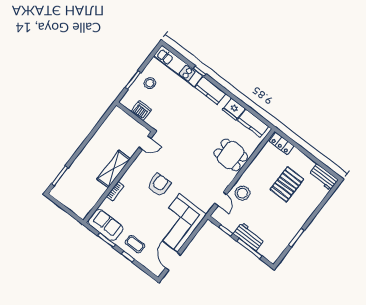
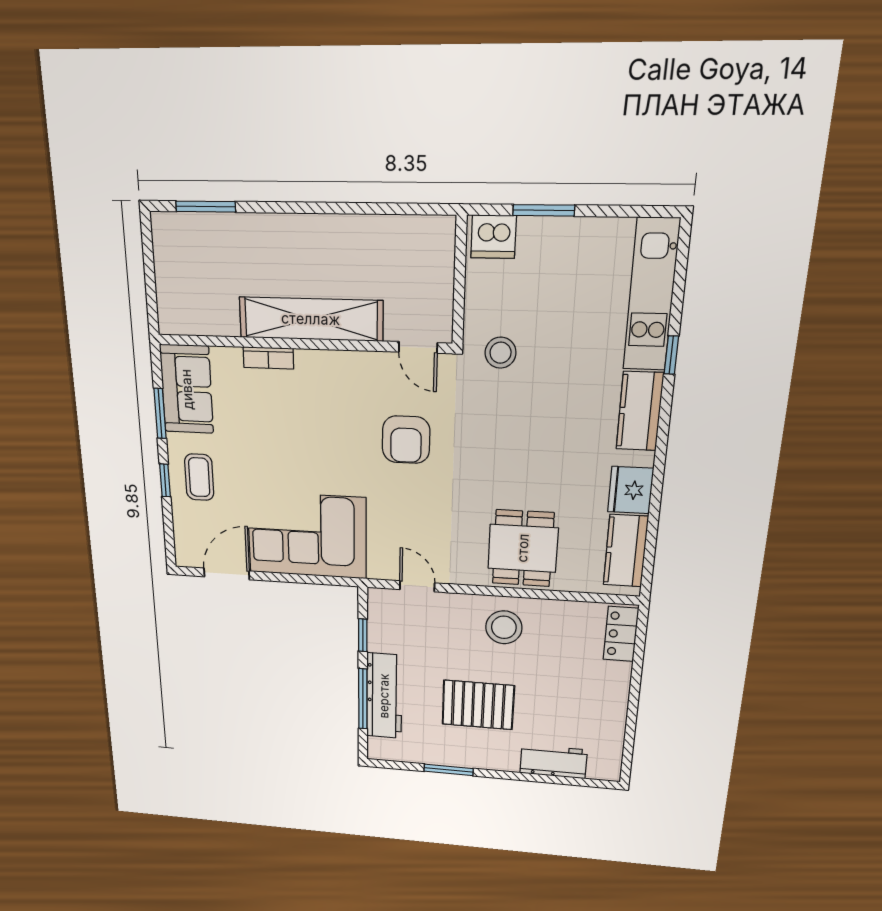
stool: (150, 83) -> (501, 353), moved
dishwasher: (141, 111) -> (493, 237), moved, turned 90
shelving: (114, 169) -> (311, 319), width x1.47
workbench: (324, 177) -> (553, 761), moved, turned 90
pallet: (287, 184) -> (478, 705), moved
armchair: (159, 185) -> (406, 440), moved, turned 90
stool: (242, 193) -> (504, 627), moved
door: (221, 199) -> (417, 586), swing flipped
workbench: (249, 237) -> (384, 696), width x1.38

